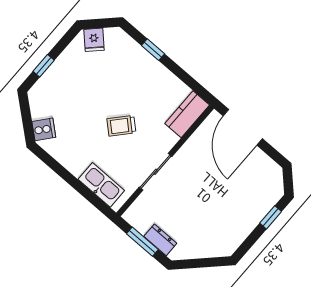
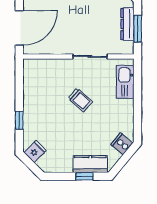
fridge: (94, 40) -> (35, 151), moved
kitchen counter: (187, 114) -> (90, 164), moved, turned 180
dresser: (160, 240) -> (127, 24), width x1.44

